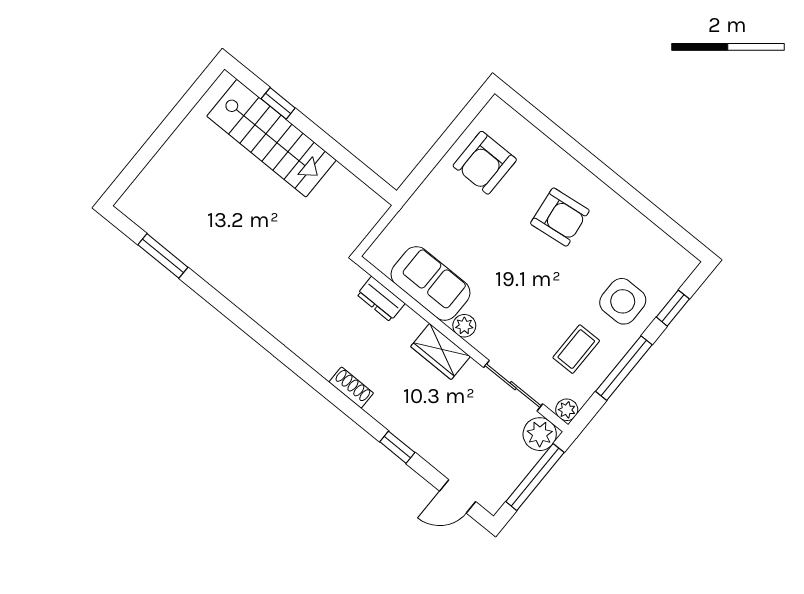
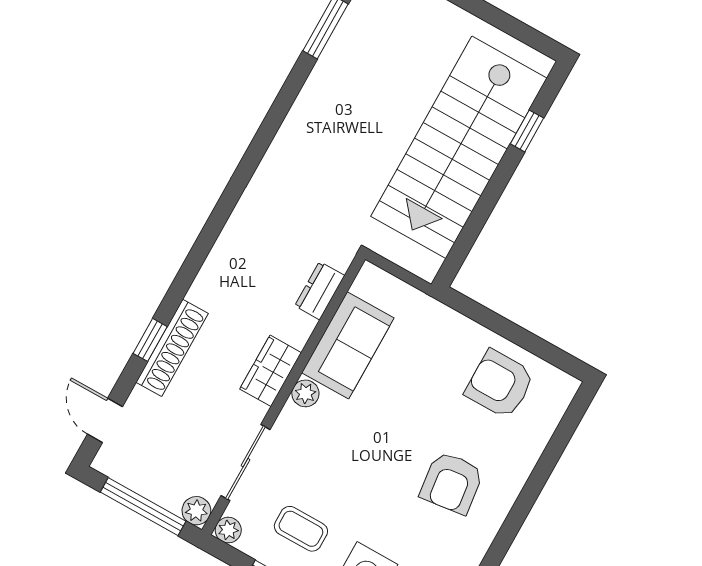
stairs: (272, 138) -> (459, 147), width x1.36, depth x1.51
shoe rack: (351, 388) -> (172, 348), moved, width x1.94, depth x1.24
plant: (540, 434) -> (196, 511), width x0.73, depth x0.73

